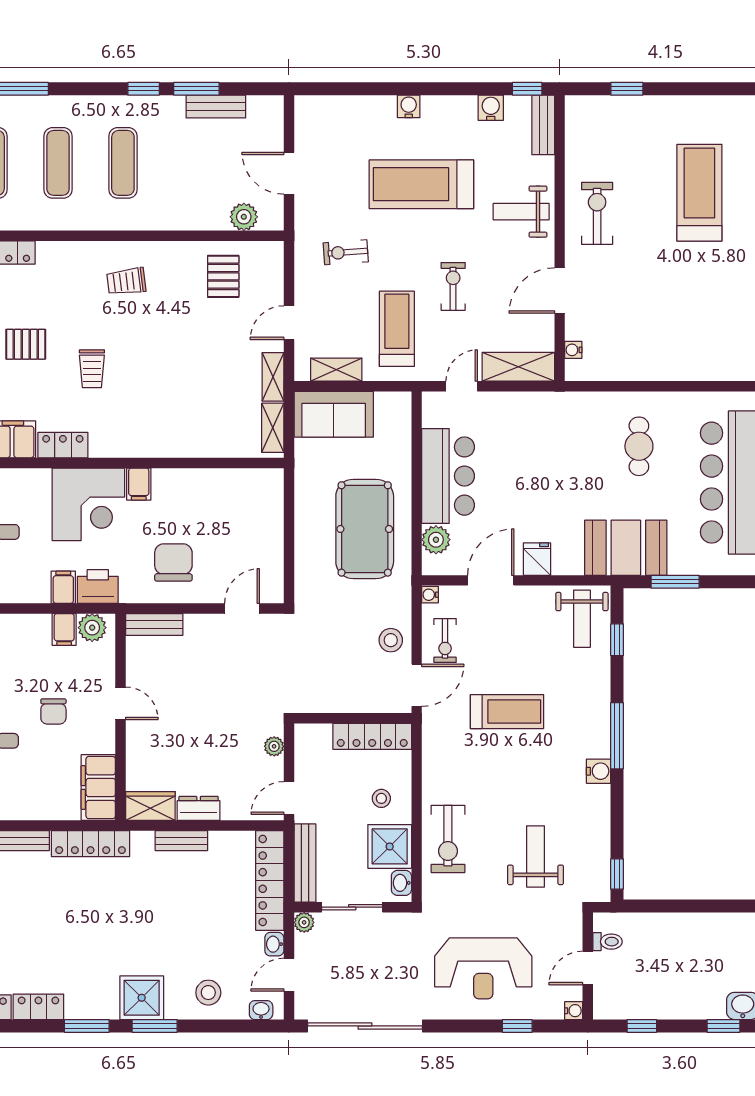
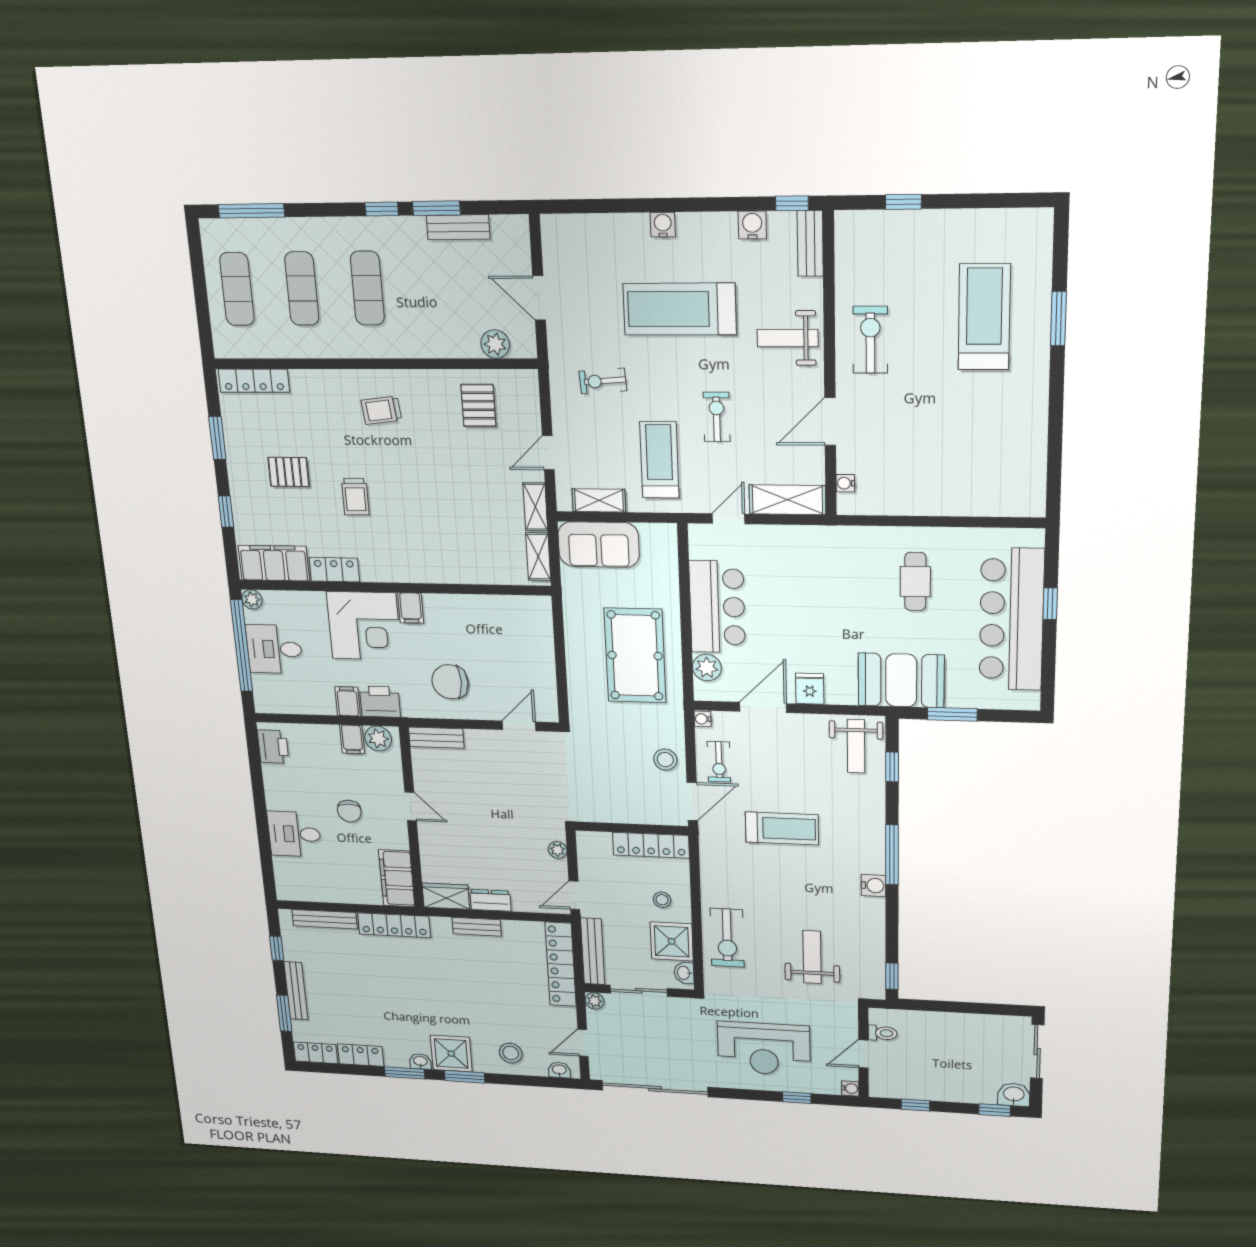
chair: (173, 562) -> (450, 682), turned -90
washbasin: (274, 944) -> (420, 1061), moved, turned 90

